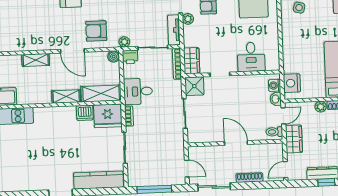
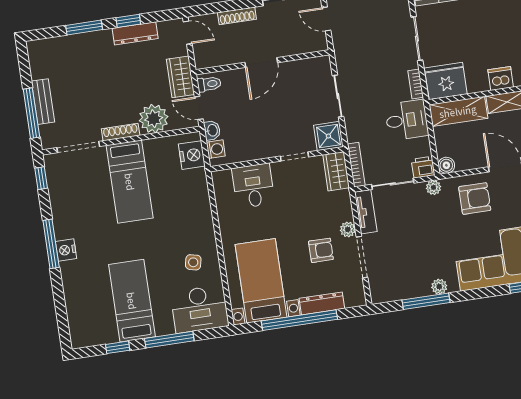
plant: (321, 107) -> (154, 119), width x1.87, depth x1.87
dishwasher: (85, 113) -> (501, 78), moved
door: (283, 116) -> (199, 108), hinge flipped
door: (236, 143) -> (261, 63), hinge flipped
door: (286, 170) -> (188, 33), hinge flipped

